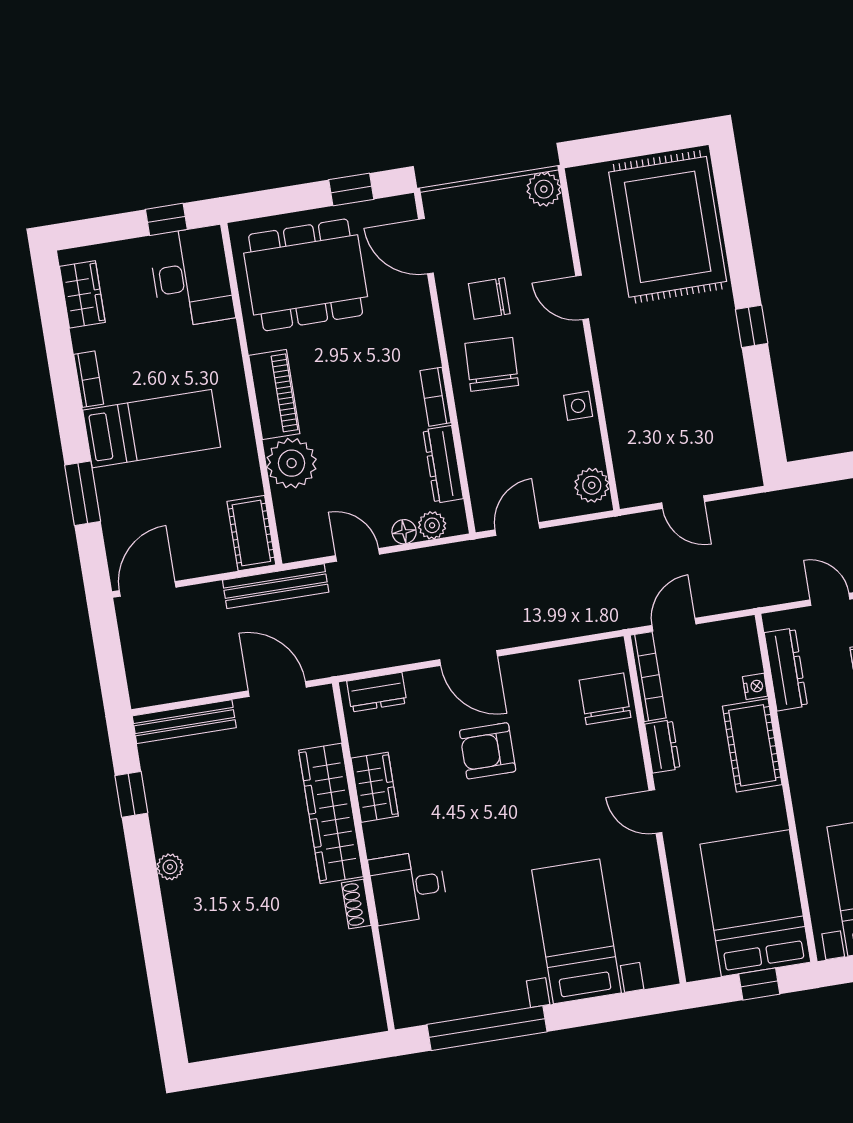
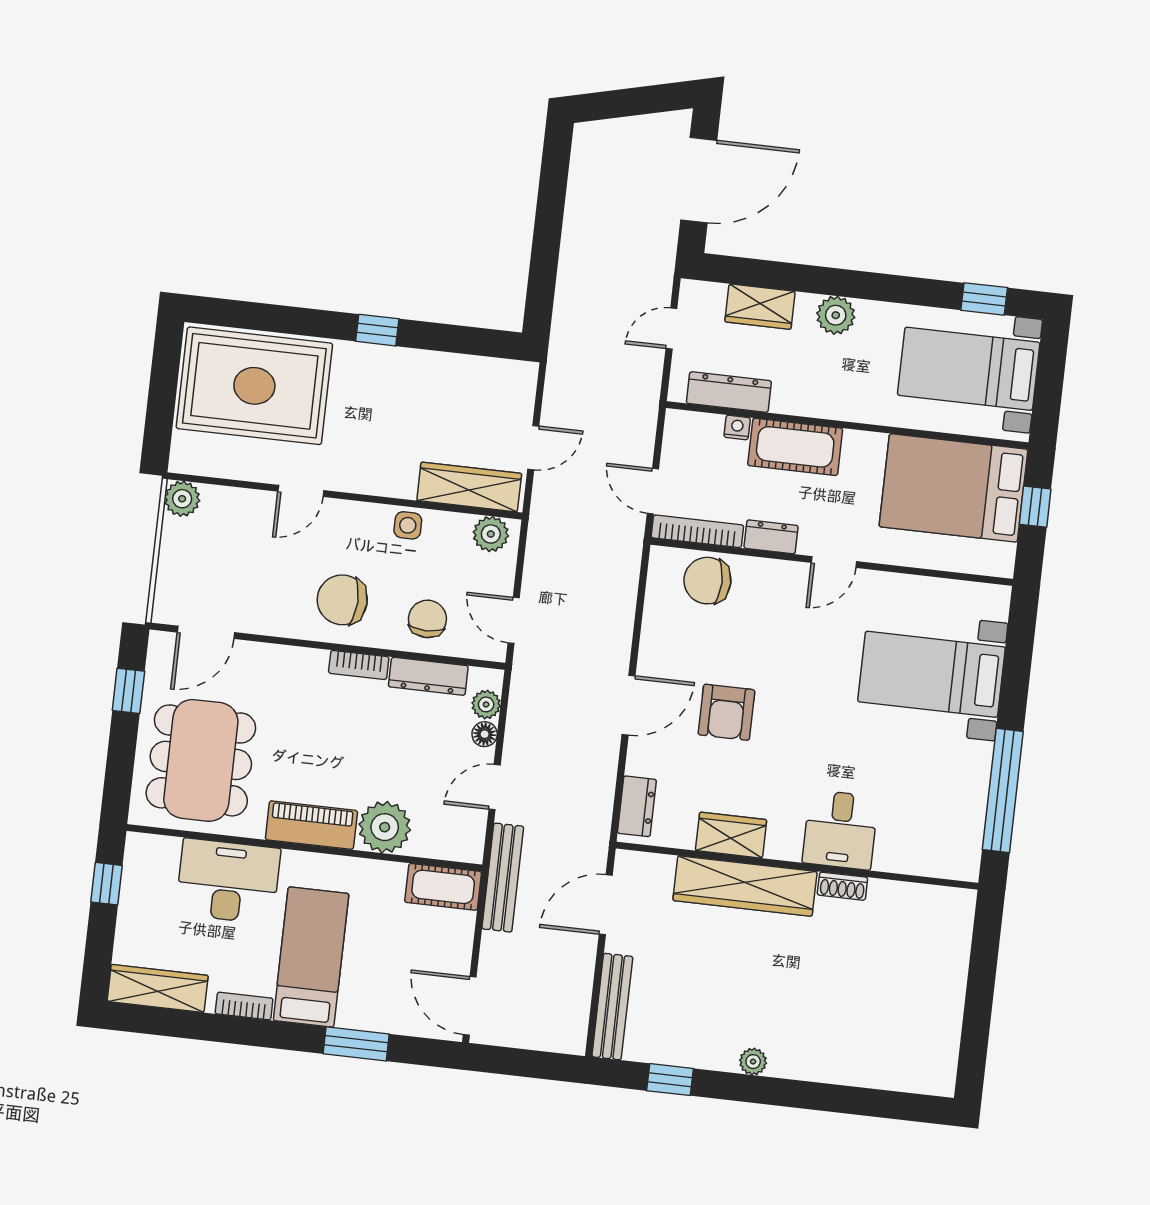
desk: (191, 277) -> (228, 881), moved
wardrobe: (82, 294) -> (158, 988), width x1.50
chair: (489, 299) -> (427, 619), moved, turned 180
wardrobe: (630, 453) -> (469, 487), added

